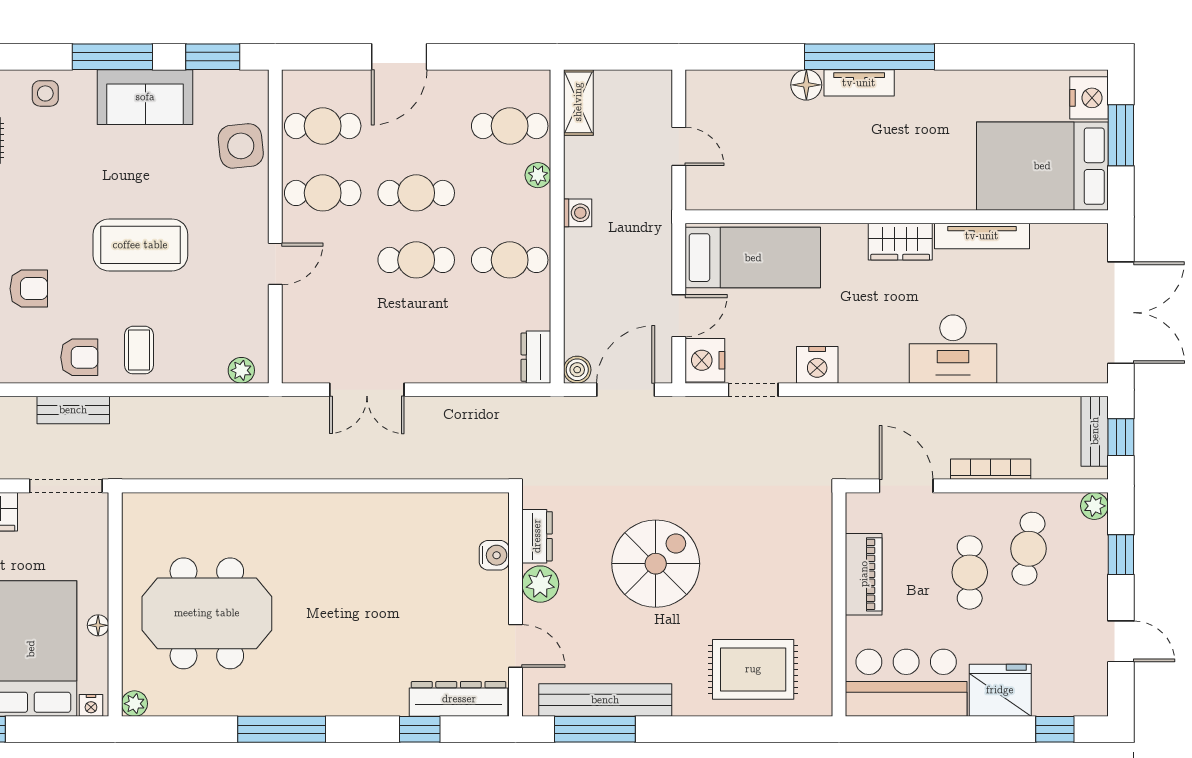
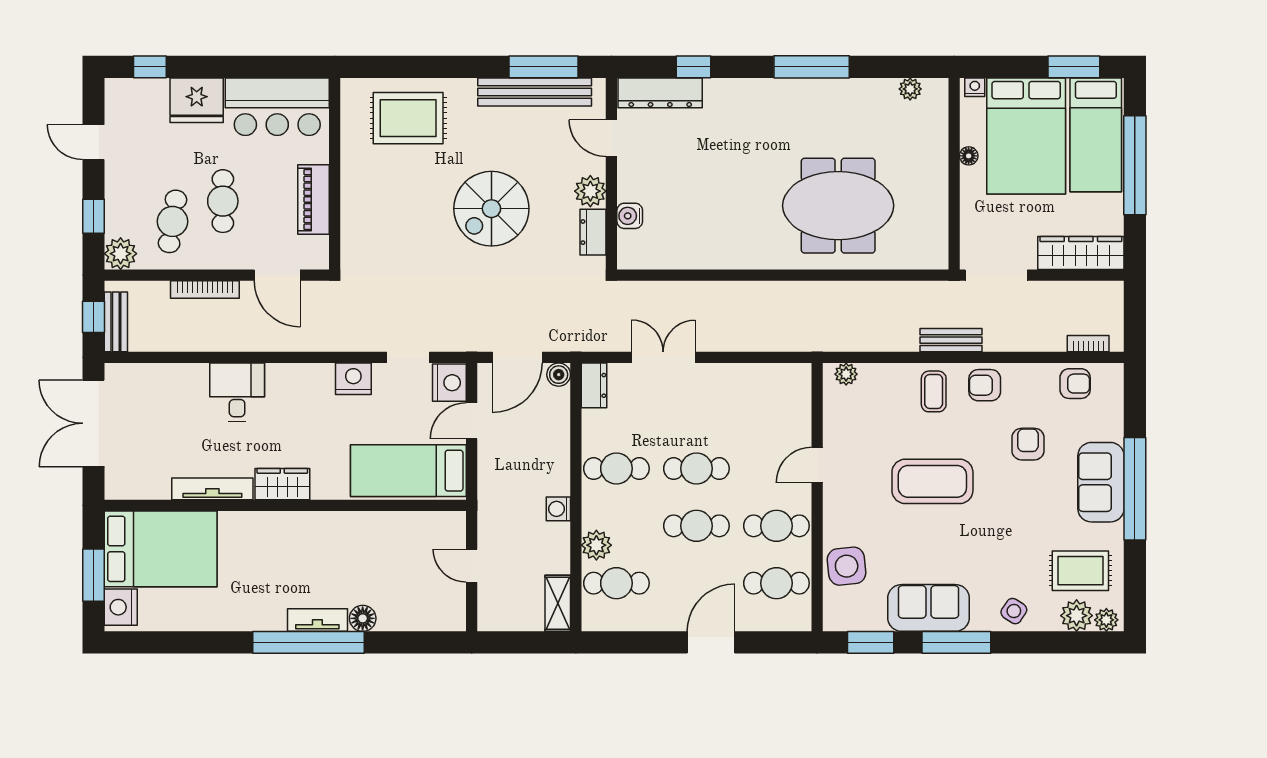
side table: (45, 93) -> (1014, 611), turned 33
plant: (538, 175) -> (596, 545), width x1.38, depth x1.38
armchair: (29, 289) -> (1028, 444), turned 90
desk: (953, 349) -> (237, 392), width x0.73
double door: (367, 390) -> (663, 357), moved
bench: (73, 410) -> (951, 340), moved
plant: (1094, 506) -> (121, 254), width x1.38, depth x1.38
meeting table: (207, 613) -> (838, 206), moved
plant: (134, 704) -> (910, 89), moved

